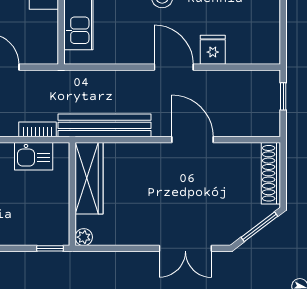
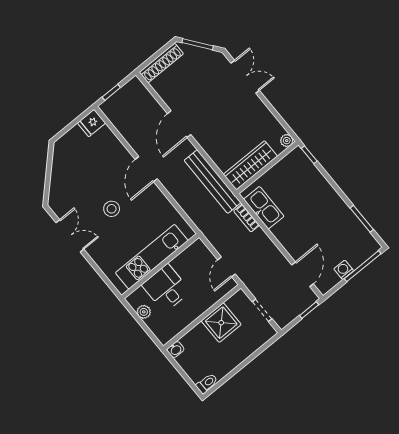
fridge: (213, 50) -> (92, 123), moved
kitchen sink: (34, 156) -> (264, 208), width x1.38

